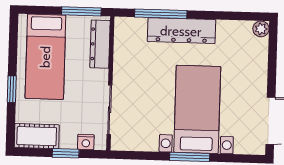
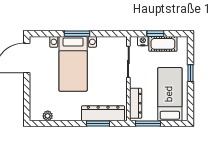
window: (161, 14) -> (98, 123), width x0.69
plant: (261, 29) -> (48, 116), moved
dresser: (181, 31) -> (103, 113), moved
cot: (37, 136) -> (163, 44), moved

